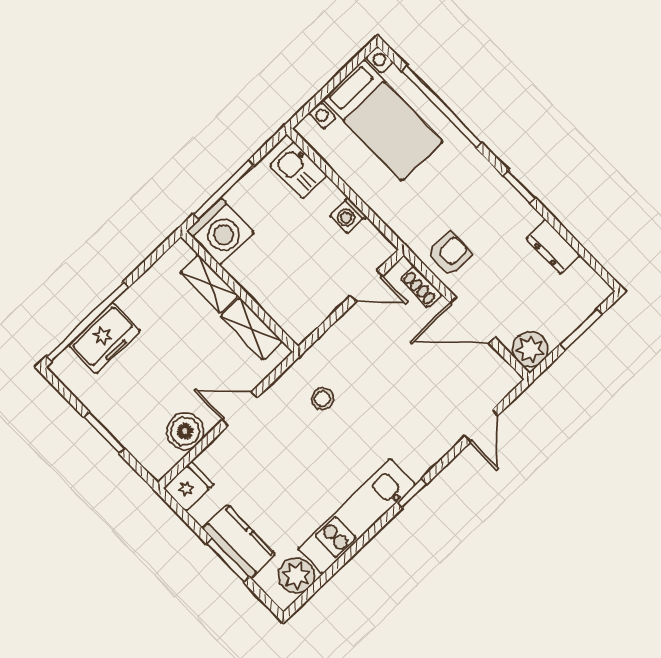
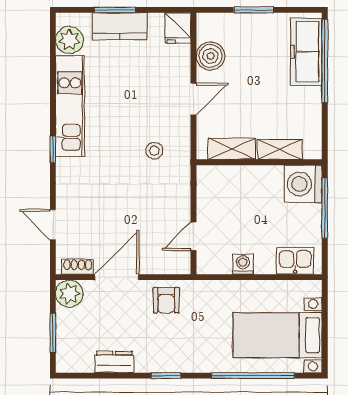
shoe rack: (421, 286) -> (78, 267), moved
freezer: (105, 338) -> (306, 52), width x1.40

